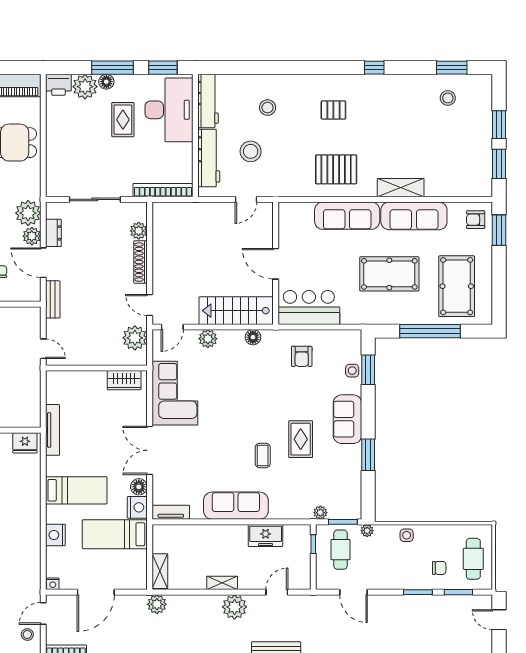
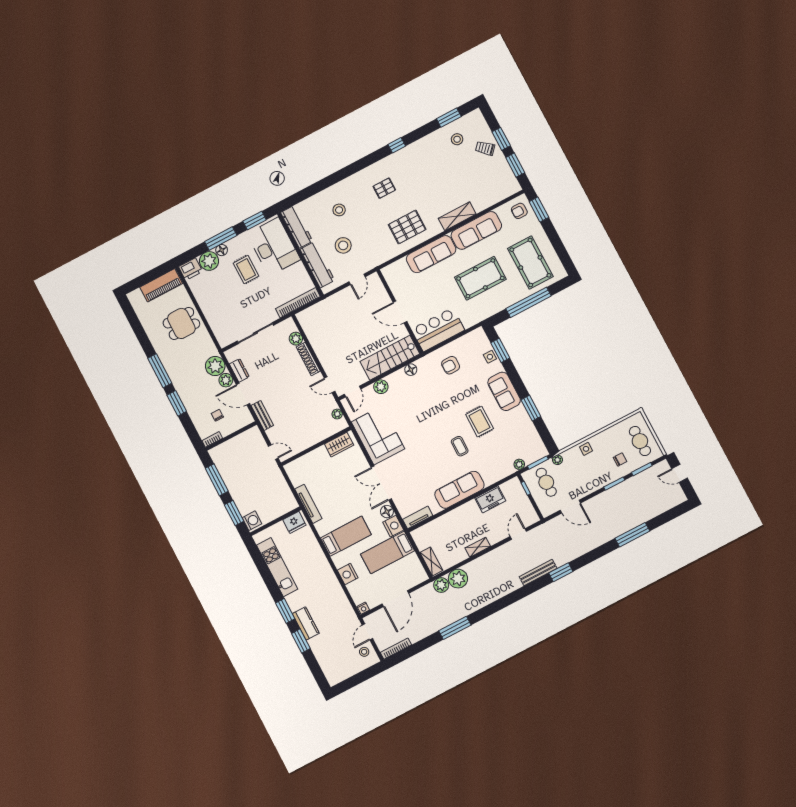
trolley: (475, 126) -> (485, 148), added
plant: (135, 338) -> (337, 414), width x0.53, depth x0.53
armchair: (302, 356) -> (451, 365), turned 90
plant: (235, 607) -> (458, 579), moved

